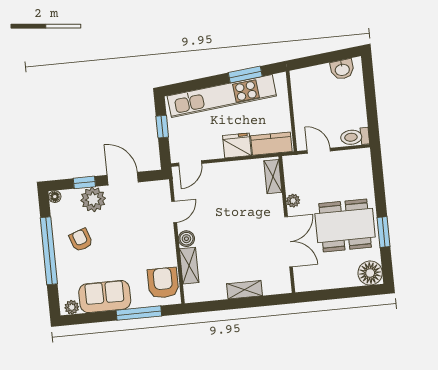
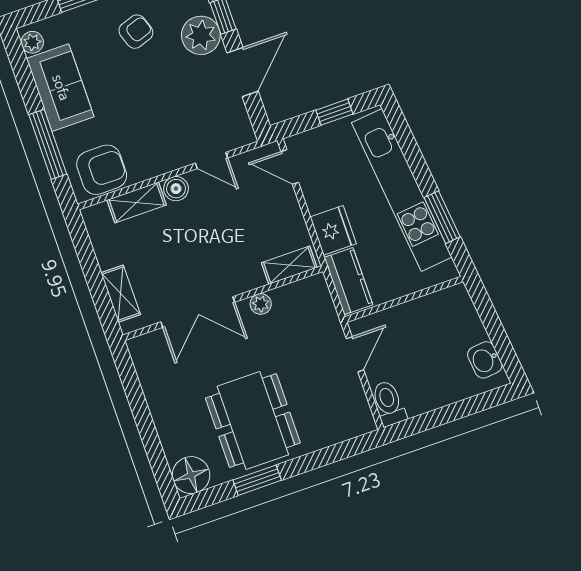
shelving: (273, 177) -> (289, 265), moved
plant: (293, 201) -> (261, 304), moved
wall: (287, 224) -> (223, 303), moved
double door: (289, 242) -> (198, 312), moved

